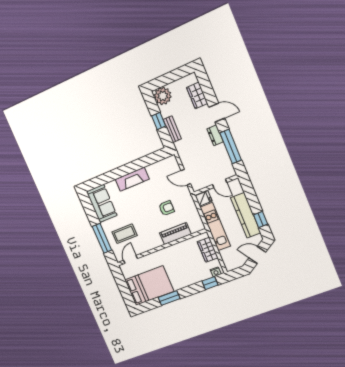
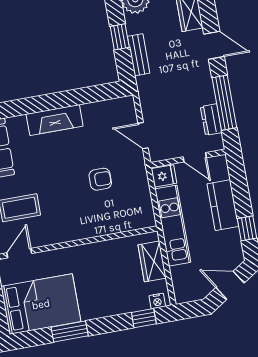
dresser: (215, 135) -> (211, 120), moved
kitchen counter: (246, 215) -> (223, 205), width x0.67
piano: (175, 234) -> (105, 224), removed

